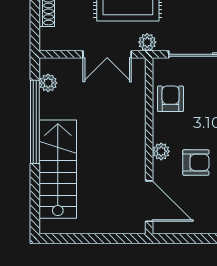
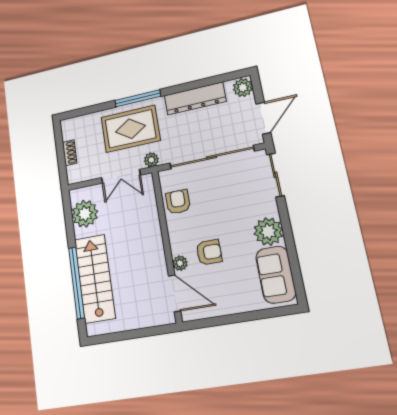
plant: (48, 83) -> (85, 214), width x1.88, depth x1.88
window: (35, 122) -> (77, 283), moved
plant: (161, 151) -> (180, 263), moved

